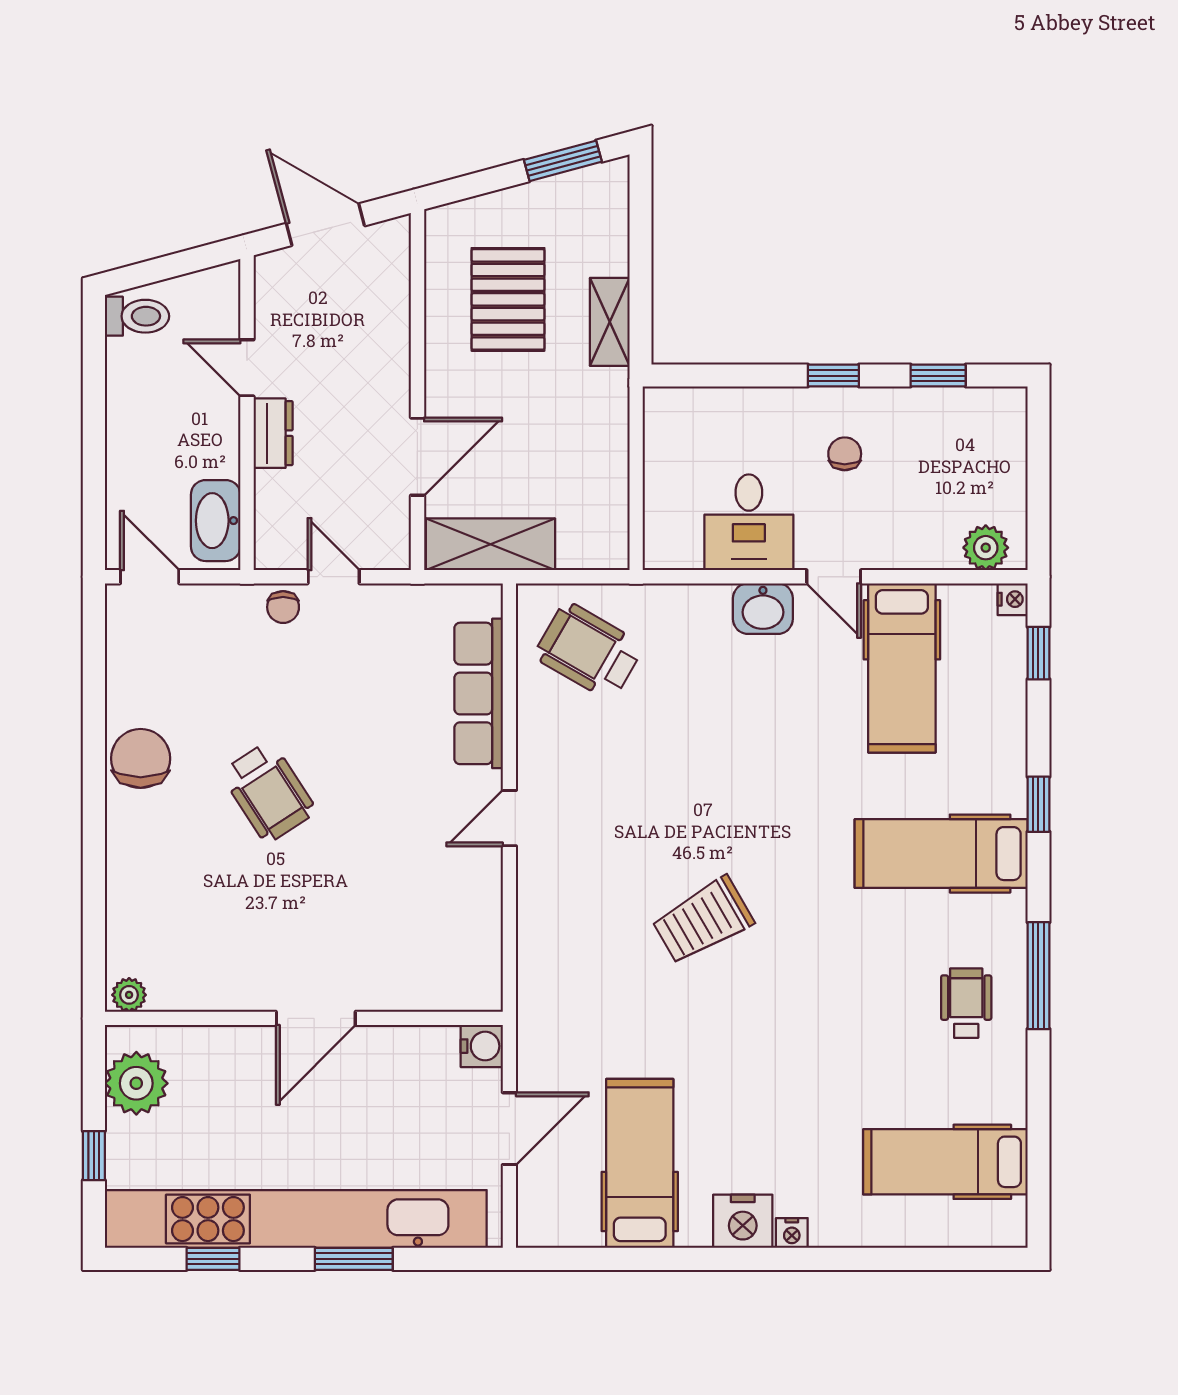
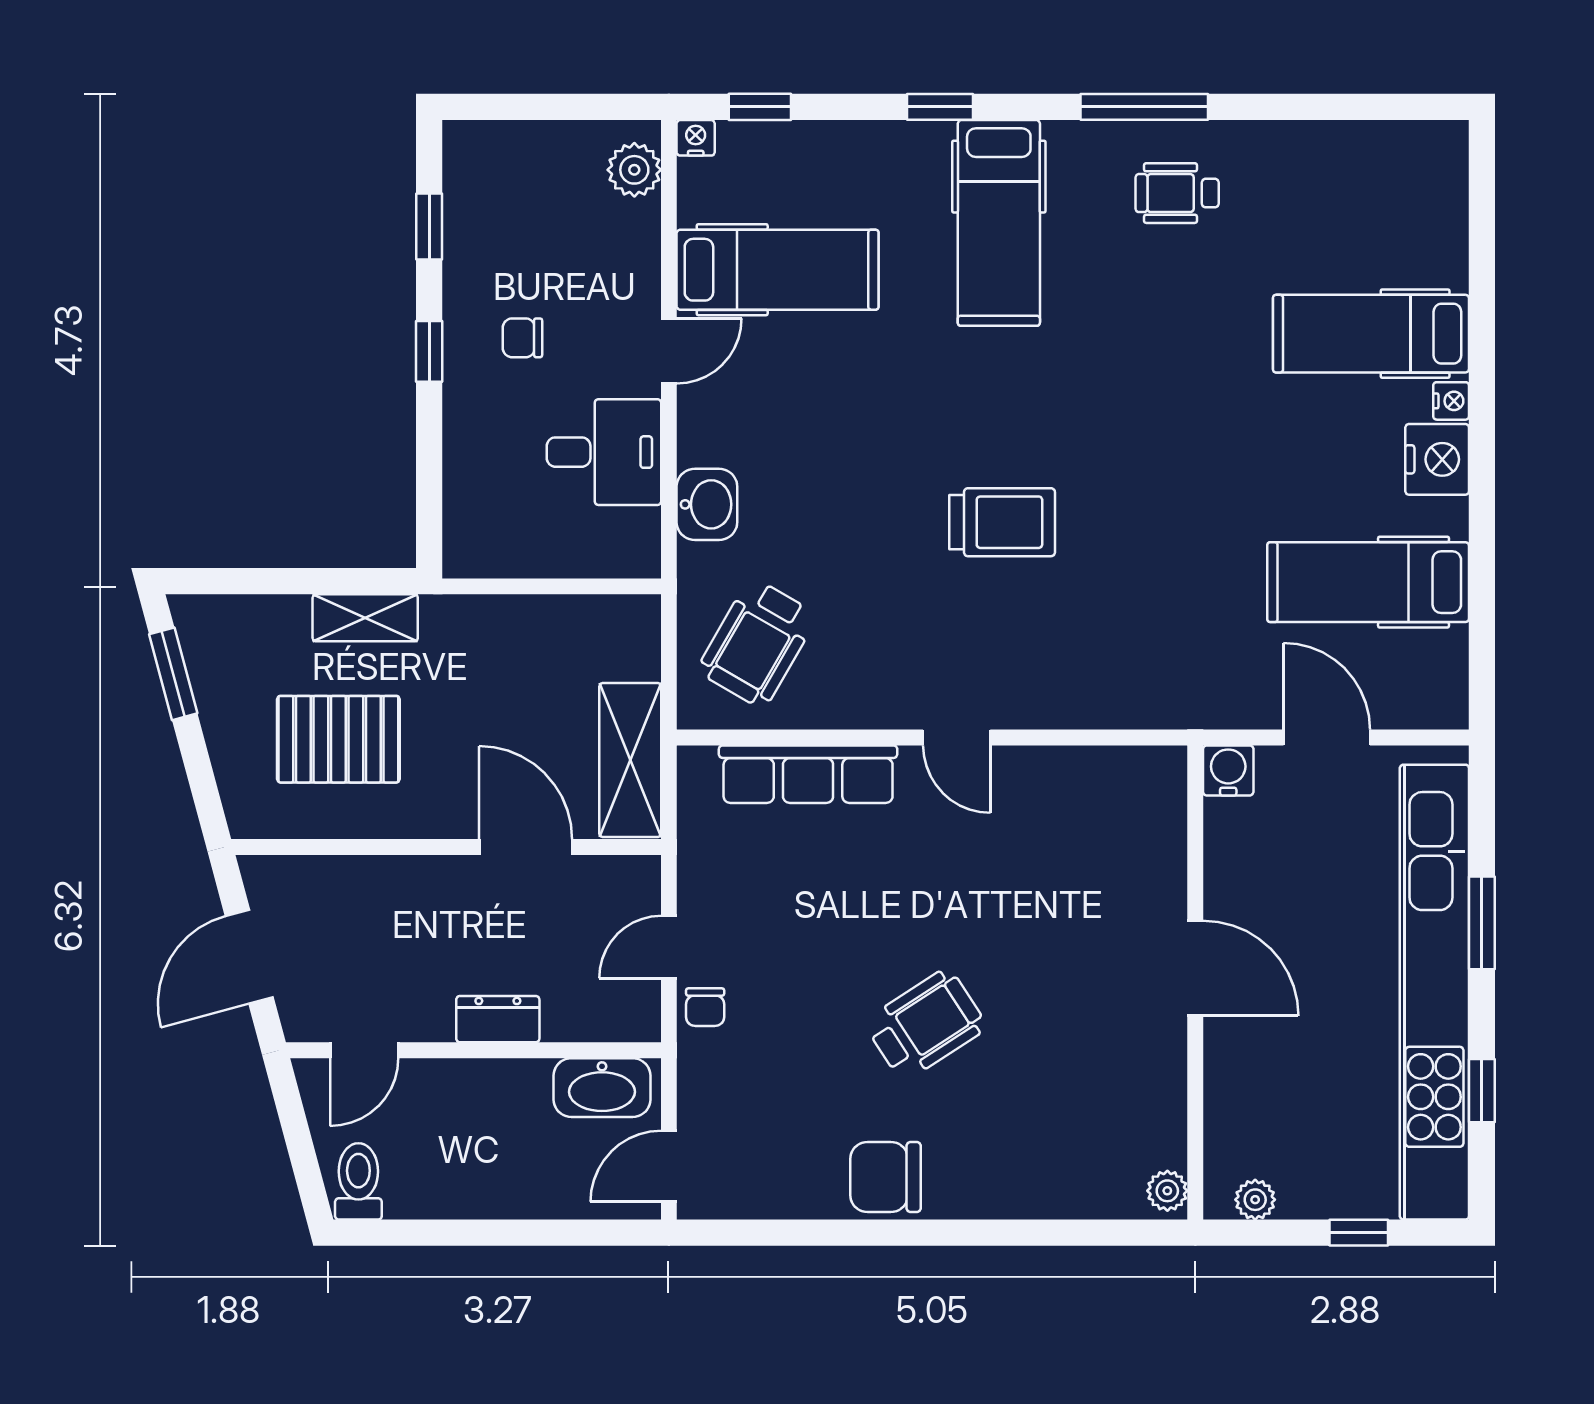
door: (247, 368) -> (364, 1050), moved
chair: (283, 607) -> (705, 1007), turned 90
washbasin: (763, 609) -> (707, 504), moved
trolley: (703, 921) -> (1002, 522), moved, turned -60
plant: (136, 1083) -> (1255, 1200), width x0.53, depth x0.53
hospital bed: (945, 1162) -> (1371, 334), moved, turned 90

